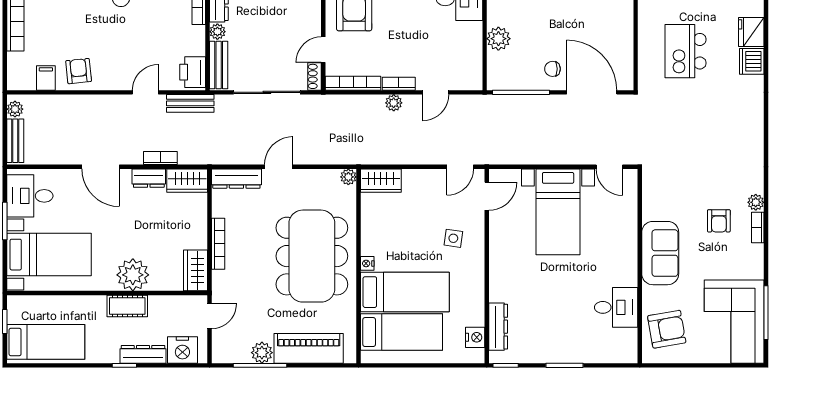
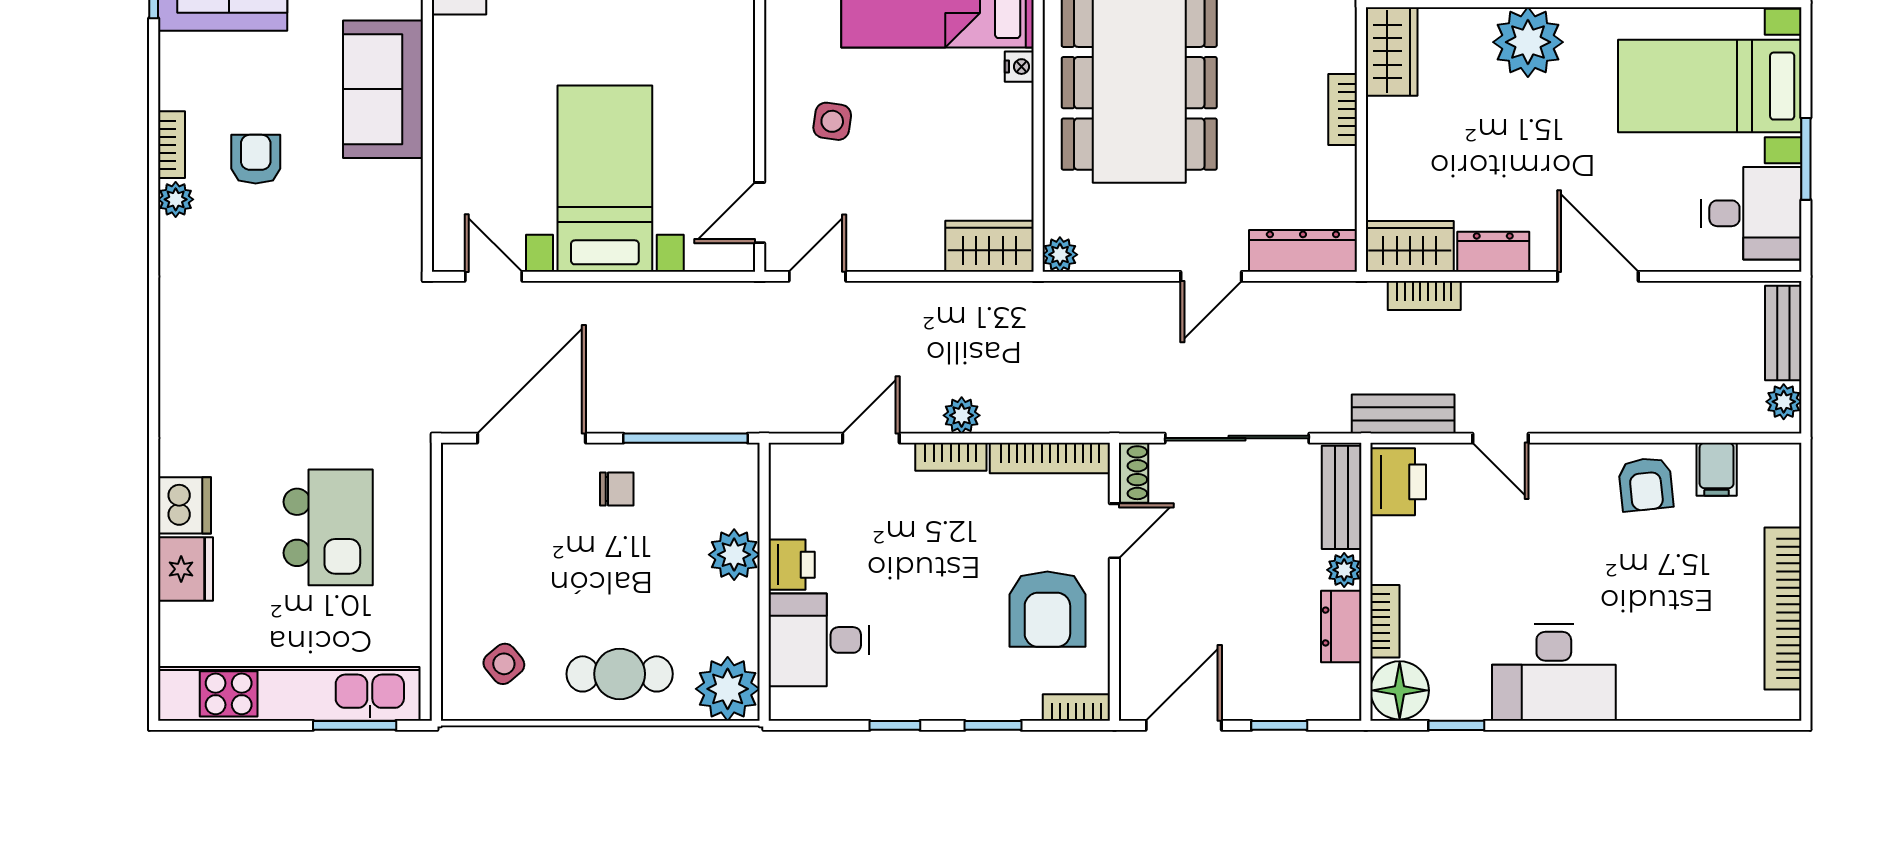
printer: (472, 34) -> (792, 565), added
door: (145, 92) -> (1501, 438), hinge flipped
door: (592, 92) -> (532, 438), swing flipped
bookcase: (160, 158) -> (1424, 295), moved
bookcase: (218, 244) -> (1343, 109), width x0.64

